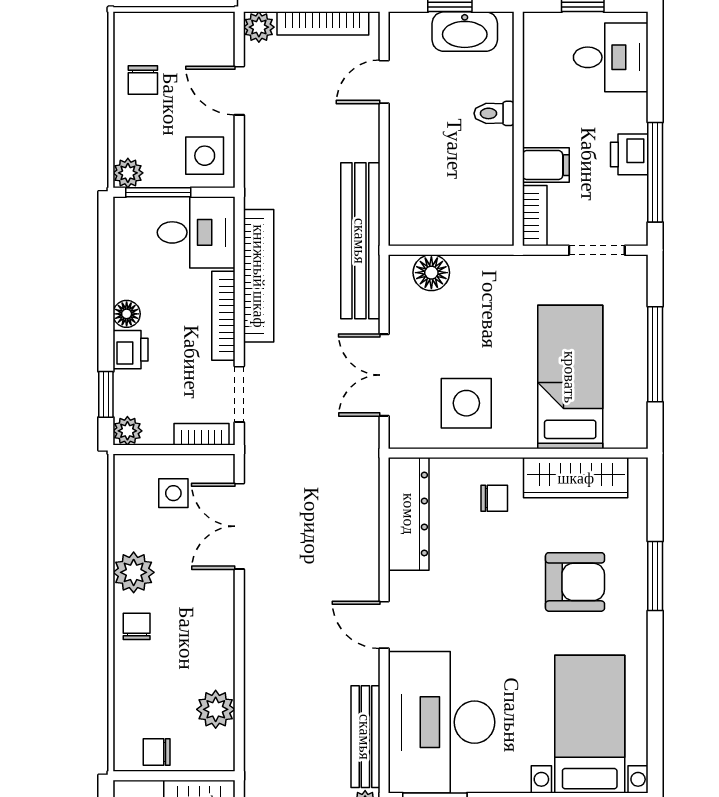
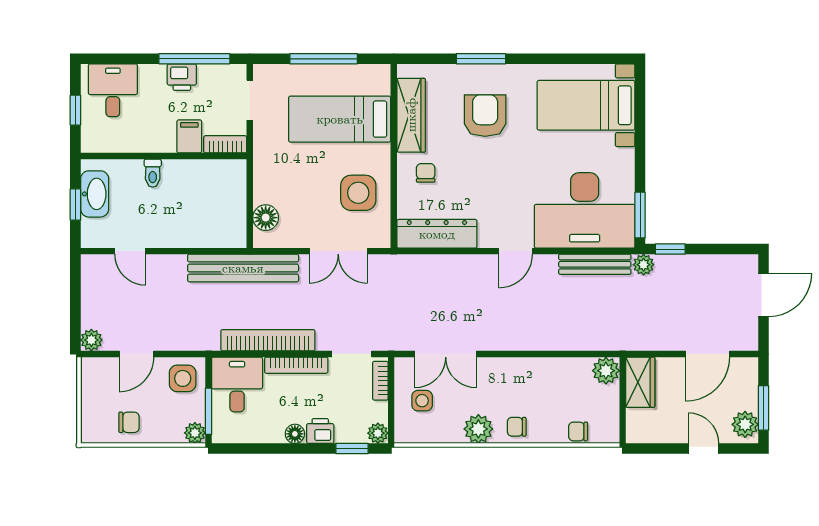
bookcase: (323, 23) -> (89, 295), removed
plant: (216, 709) -> (606, 371), moved
chair: (157, 752) -> (578, 431), moved, turned 90

